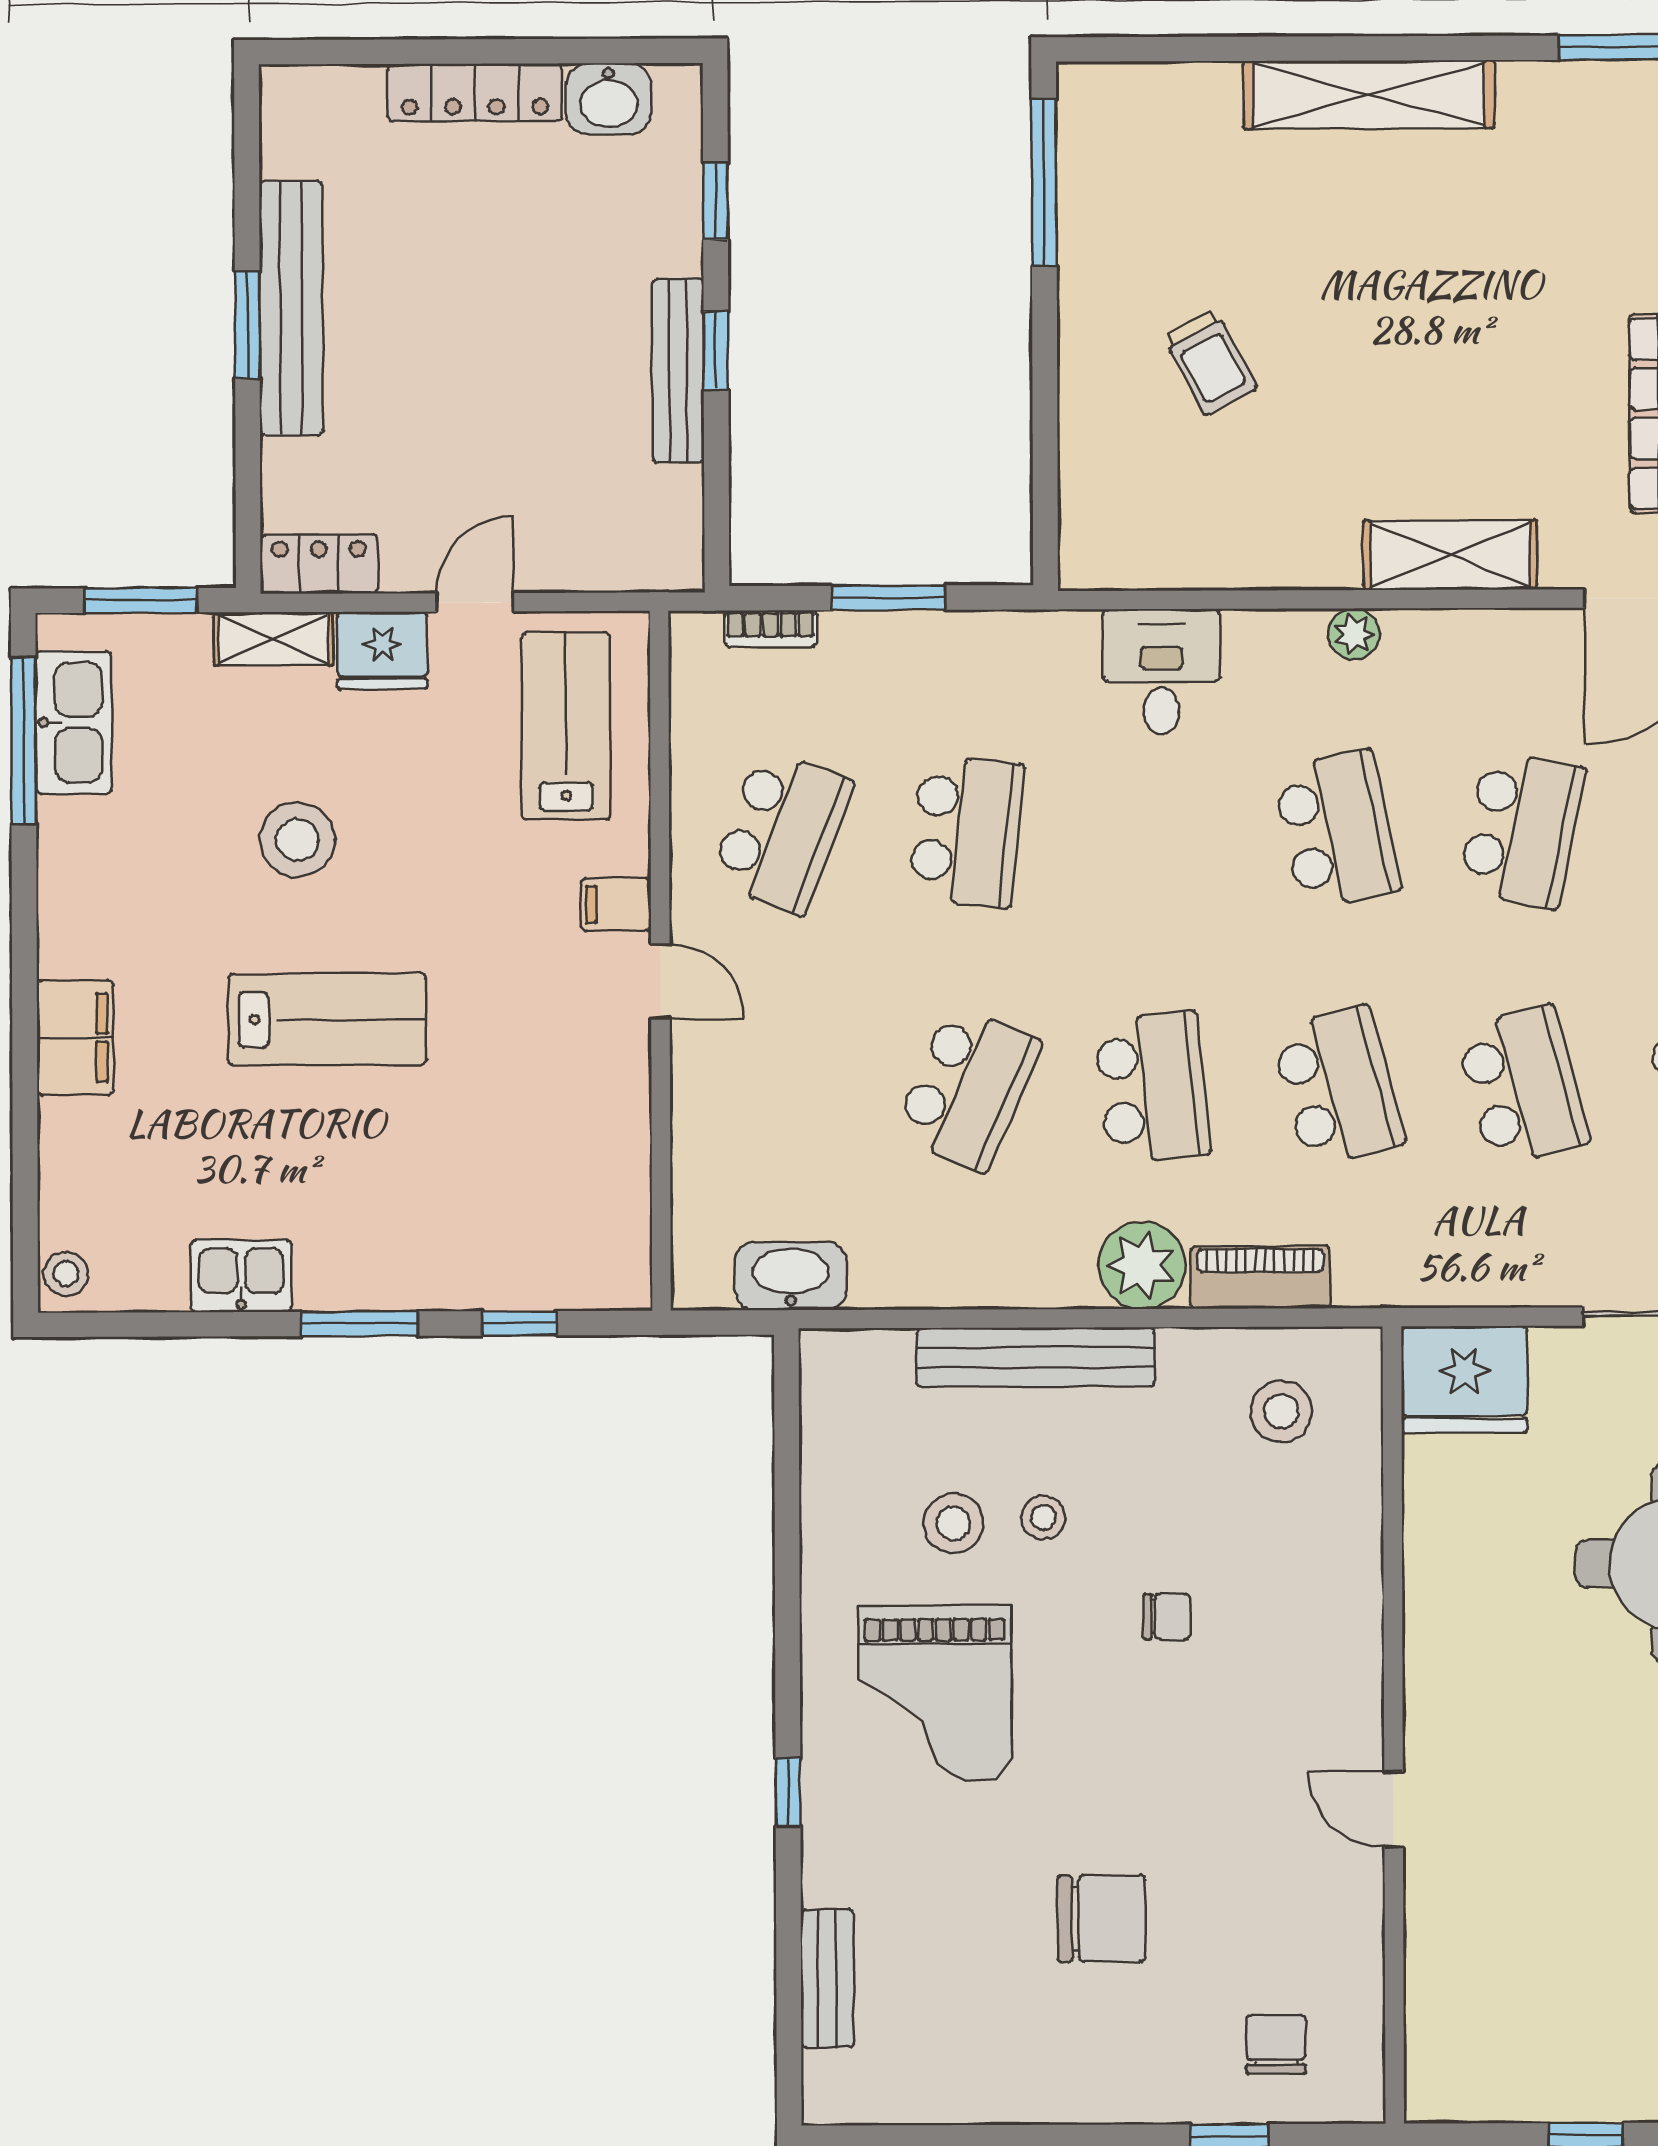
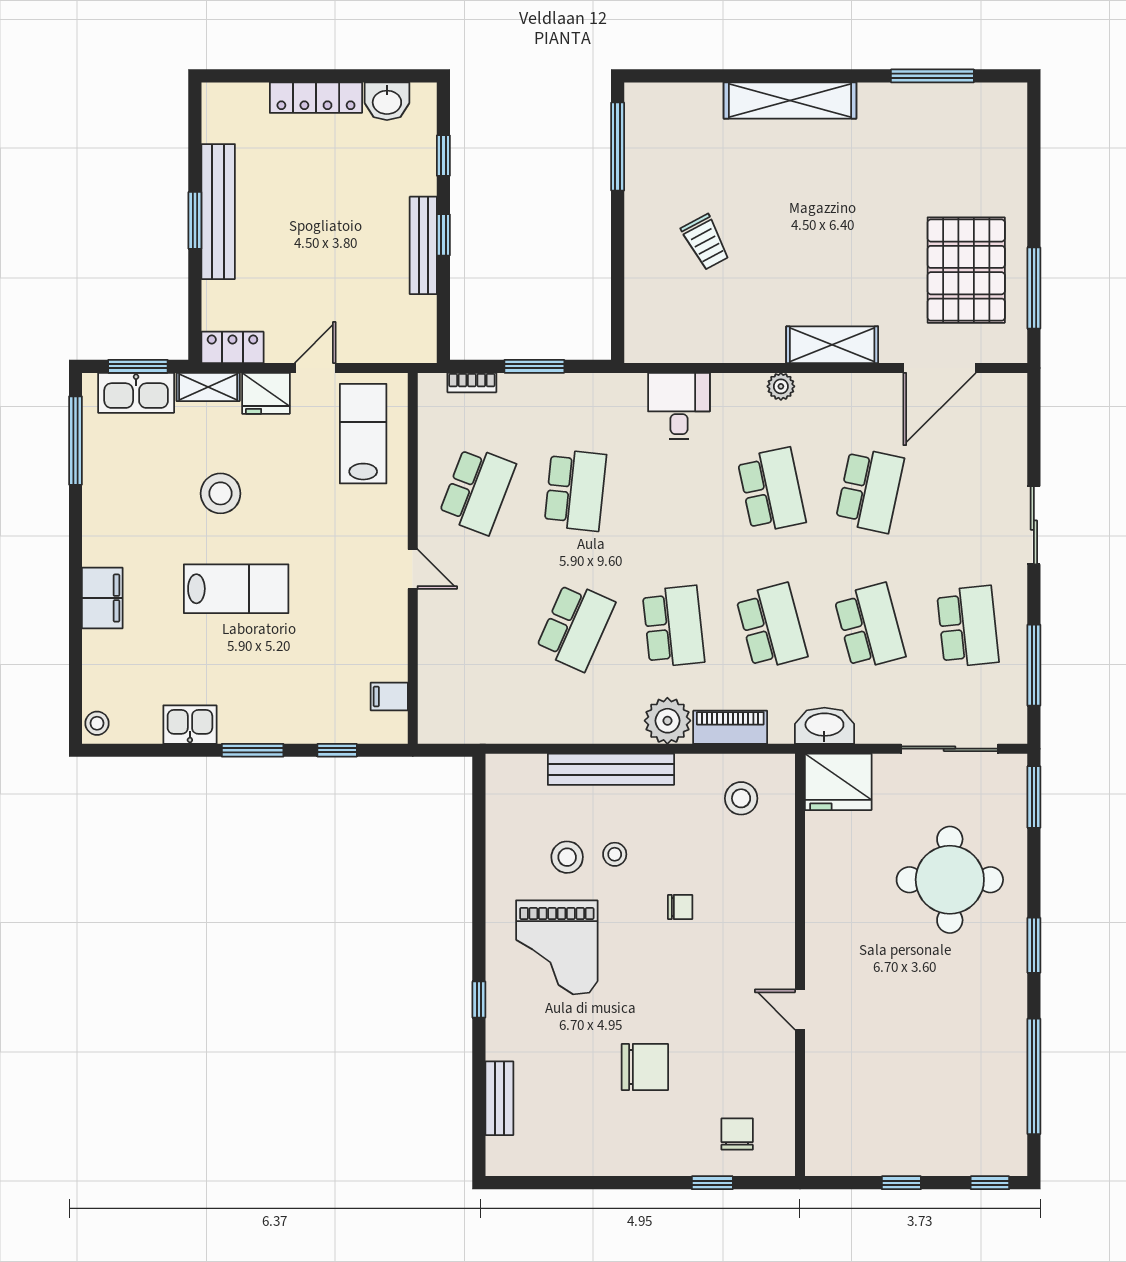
kitchen sink: (73, 722) -> (136, 393), moved, turned 90
filing cabinet: (616, 904) -> (389, 697), moved
washbasin: (791, 1276) -> (824, 726), moved

